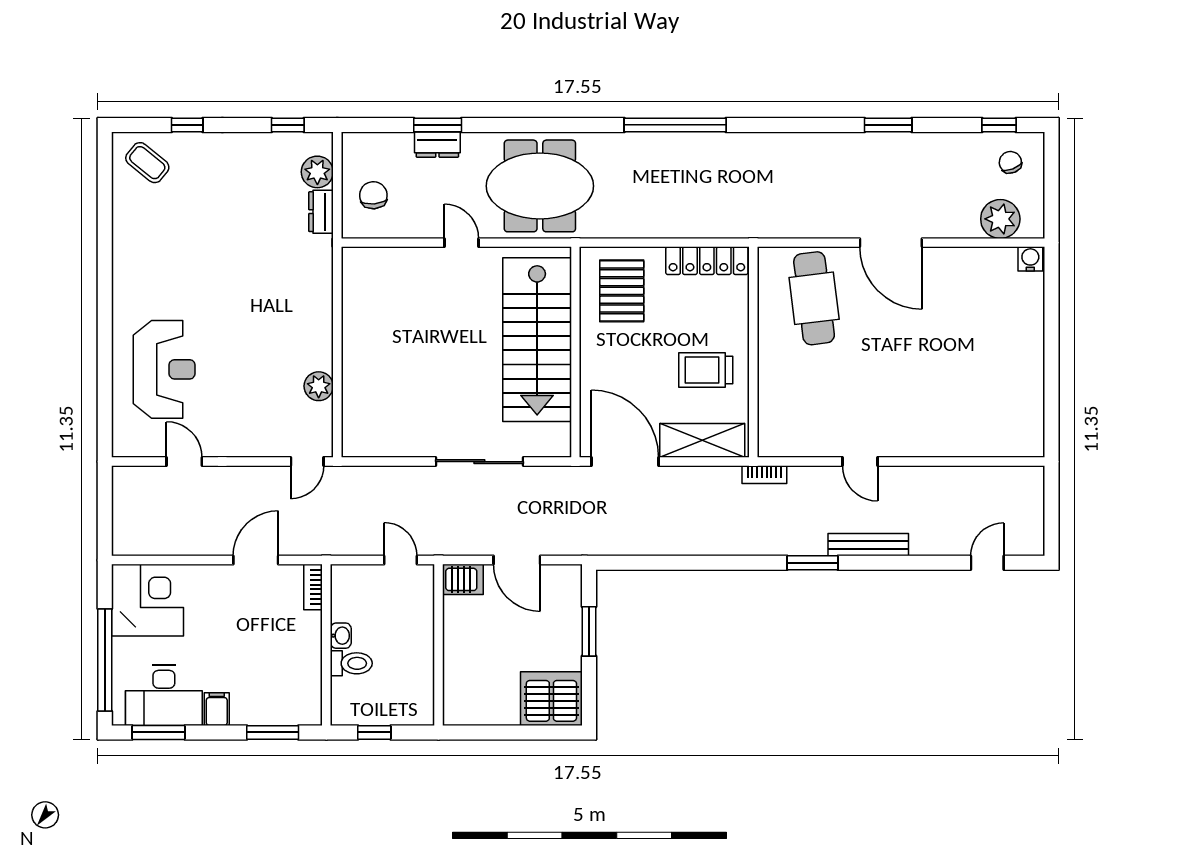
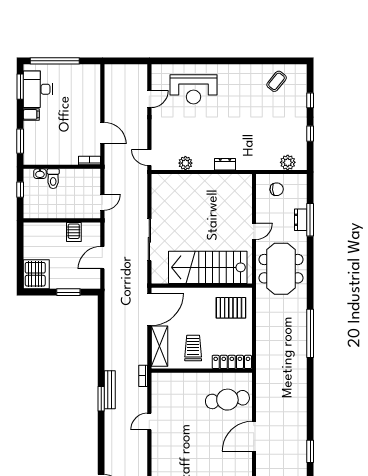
window: (288, 125) -> (310, 134), moved
window: (438, 125) -> (310, 220), width x1.44
window: (888, 125) -> (310, 451), moved
coffee table: (147, 163) -> (277, 81), moved
dresser: (321, 212) -> (225, 164), moved
locker: (707, 261) -> (232, 362), moved, turned 90
bench: (868, 545) -> (110, 390), moved
server rack: (463, 579) -> (74, 232), moved
corner desk: (147, 600) -> (83, 81), removed
washbasin: (341, 636) -> (40, 174), moved

